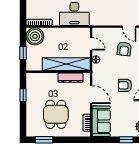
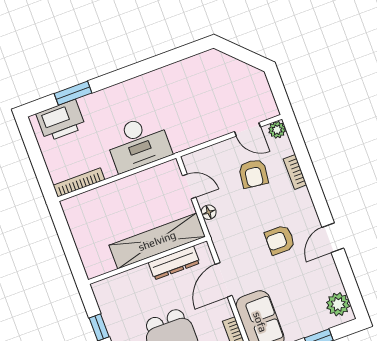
boiler: (35, 36) -> (81, 211), removed
window: (23, 53) -> (70, 250), removed
door: (91, 95) -> (224, 280), swing flipped

